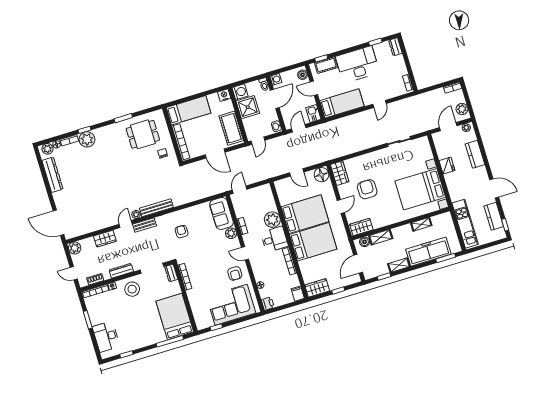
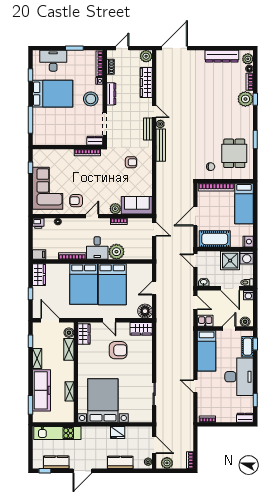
wardrobe: (105, 239) -> (146, 82), width x1.50
bed: (175, 316) -> (53, 94), moved

